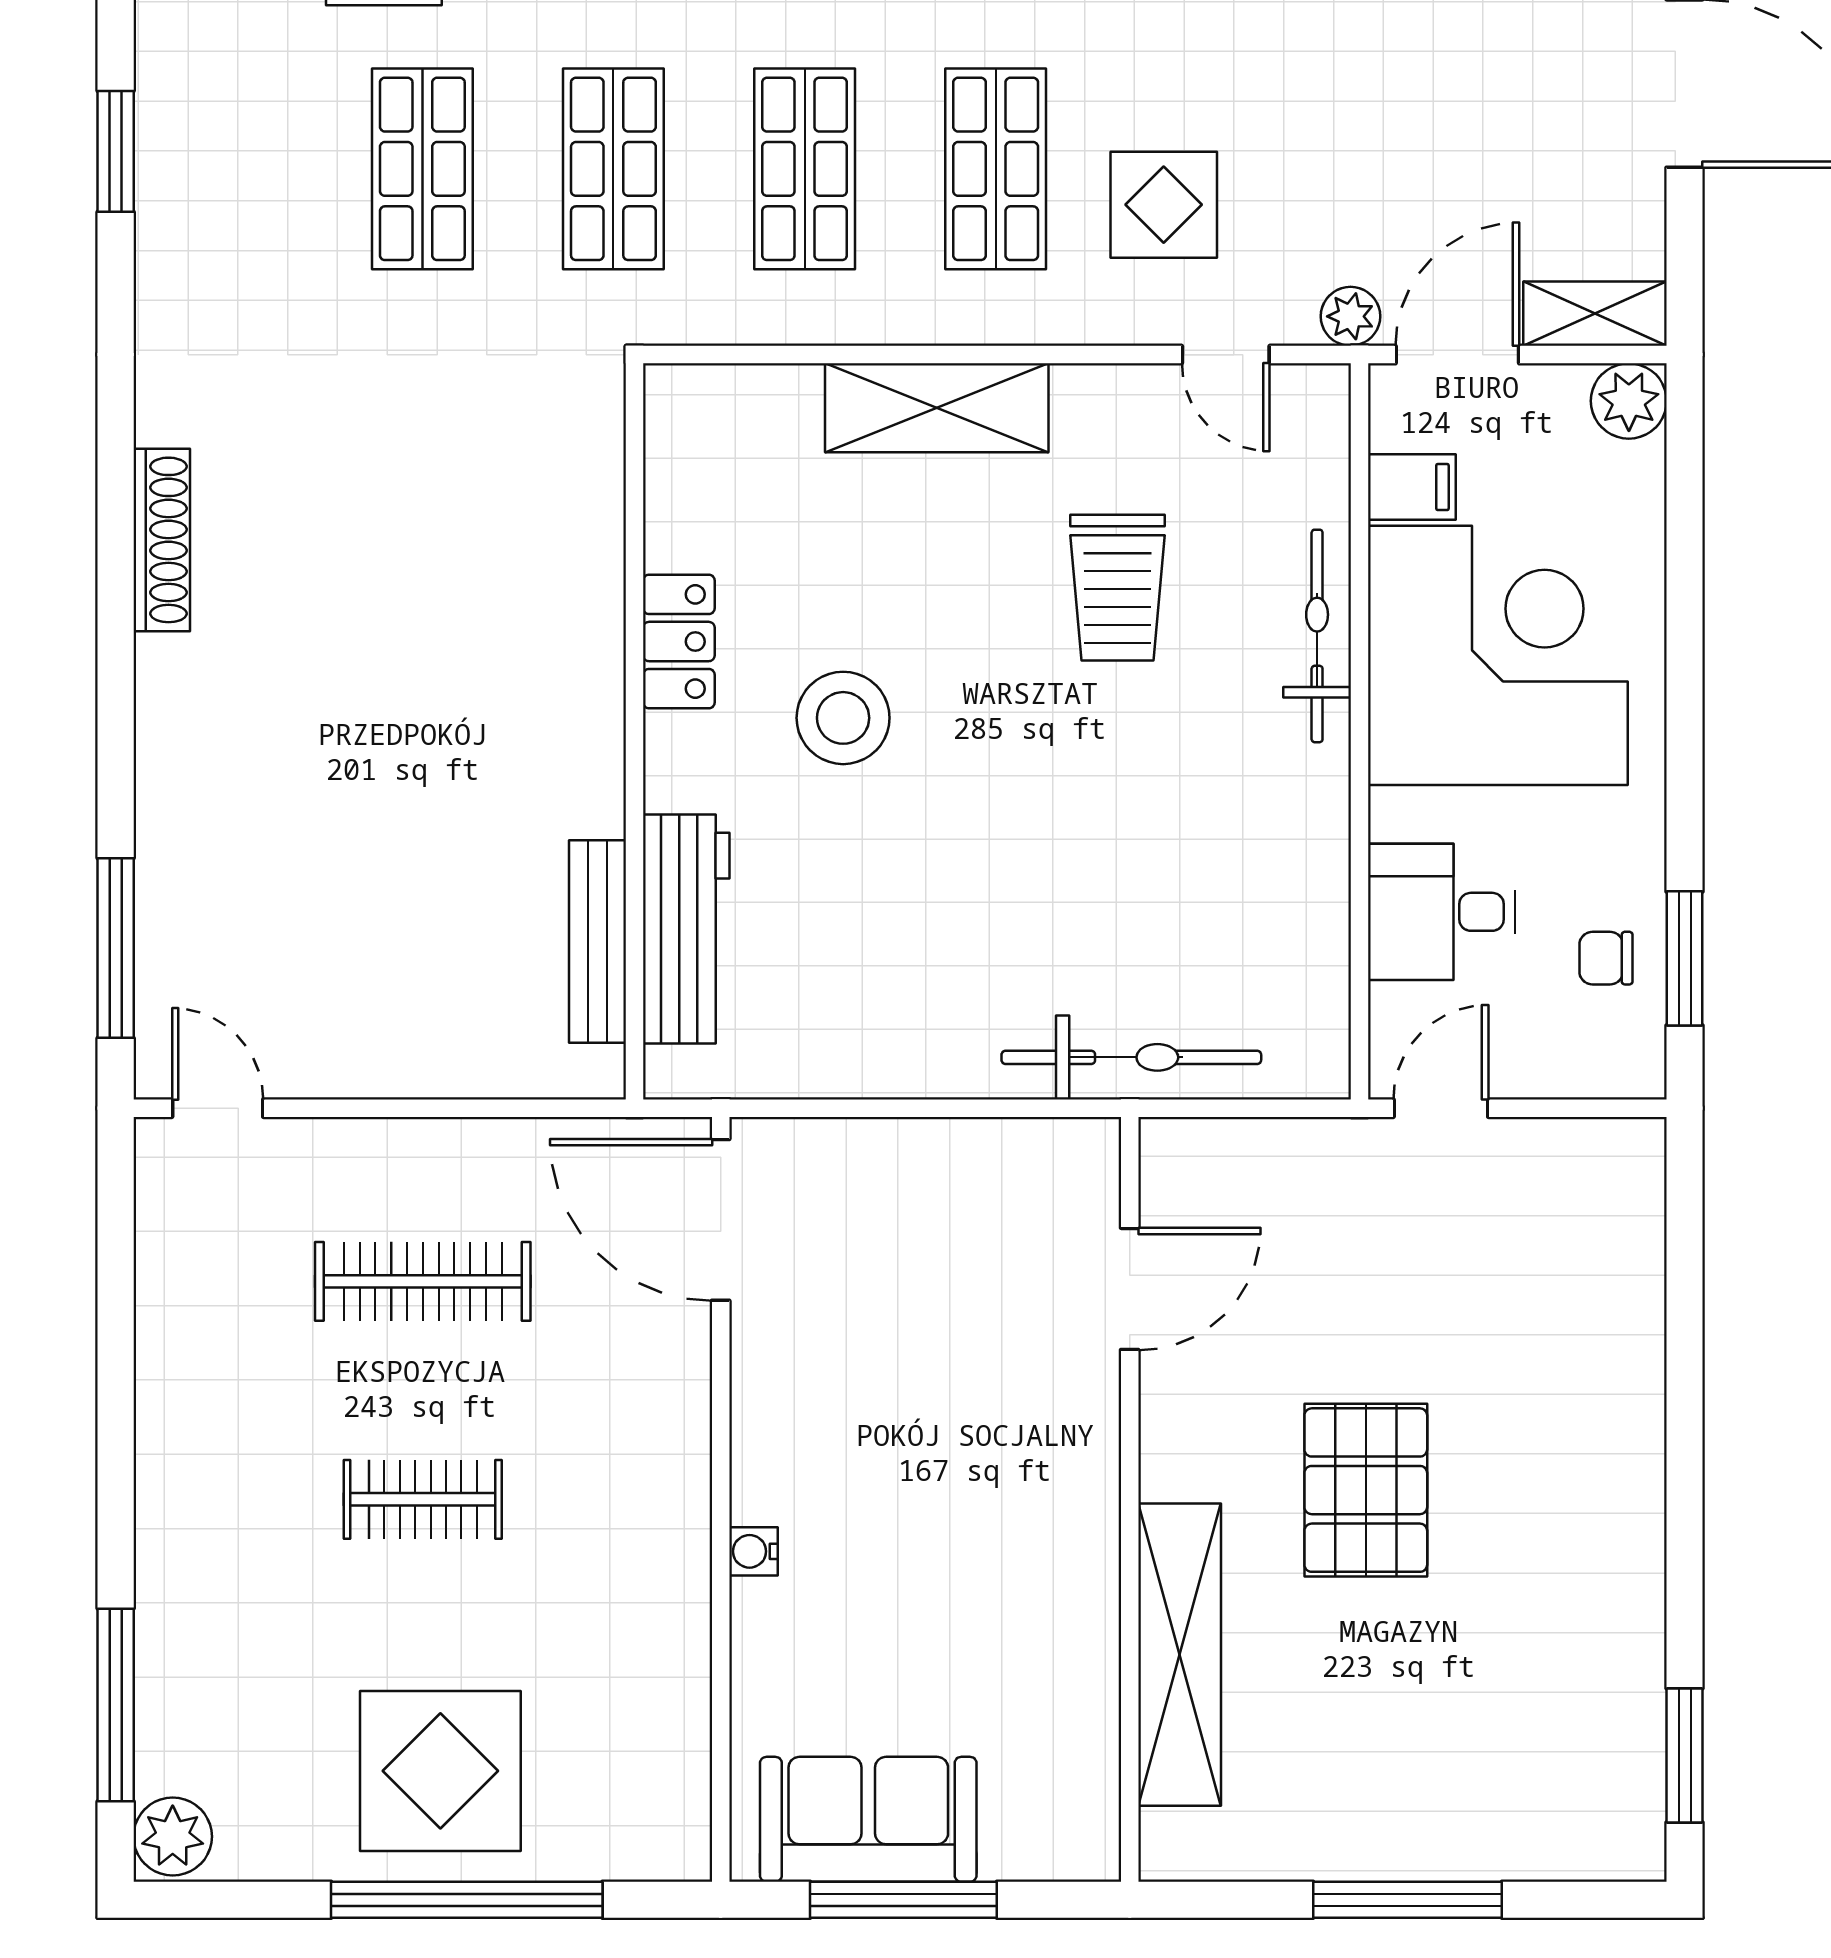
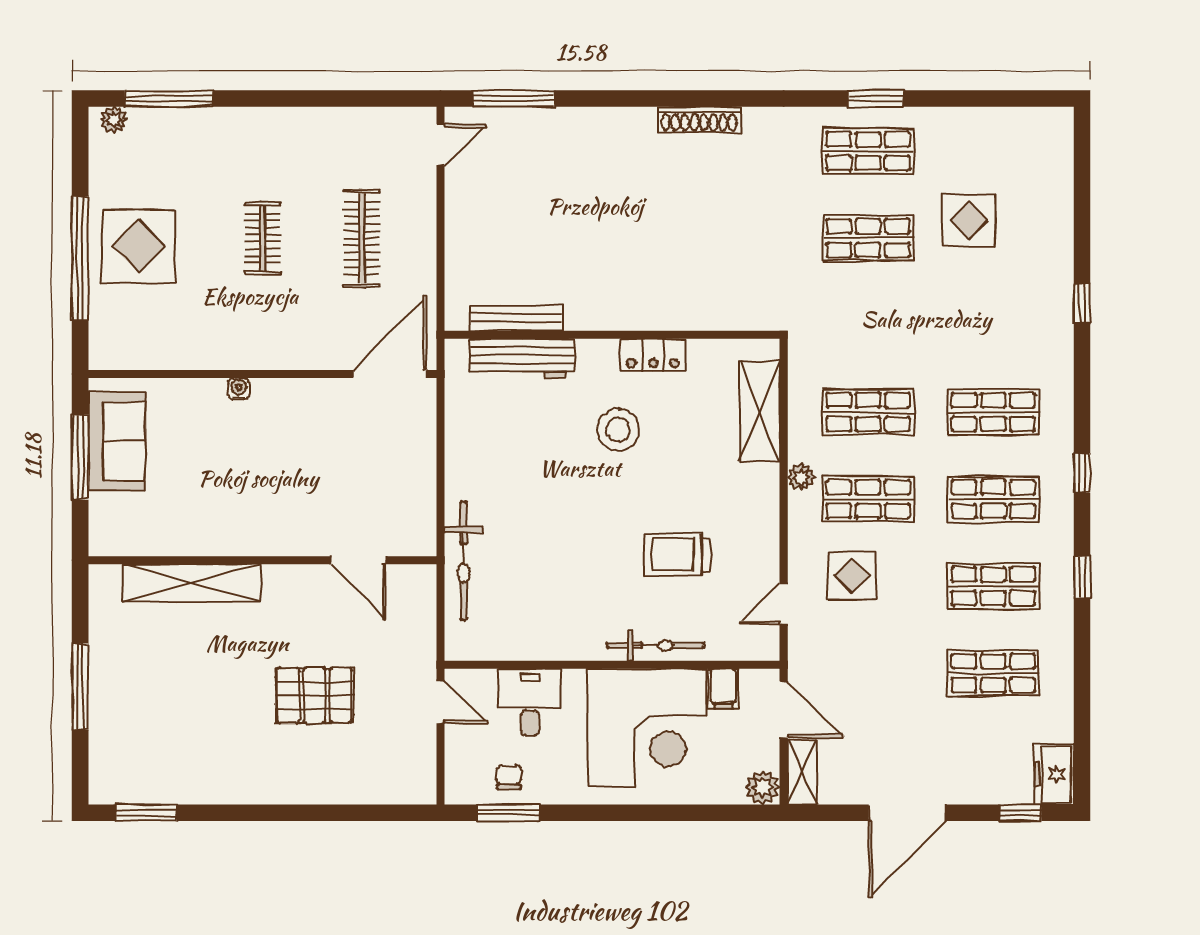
shop shelf: (613, 169) -> (868, 151), moved
plant: (1351, 316) -> (801, 477), moved
shelving: (937, 408) -> (759, 411), moved
pallet: (1366, 1490) -> (314, 695), moved
plant: (173, 1837) -> (114, 120), width x0.73, depth x0.73

